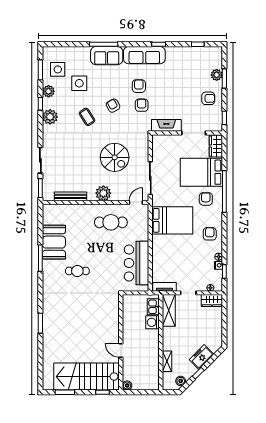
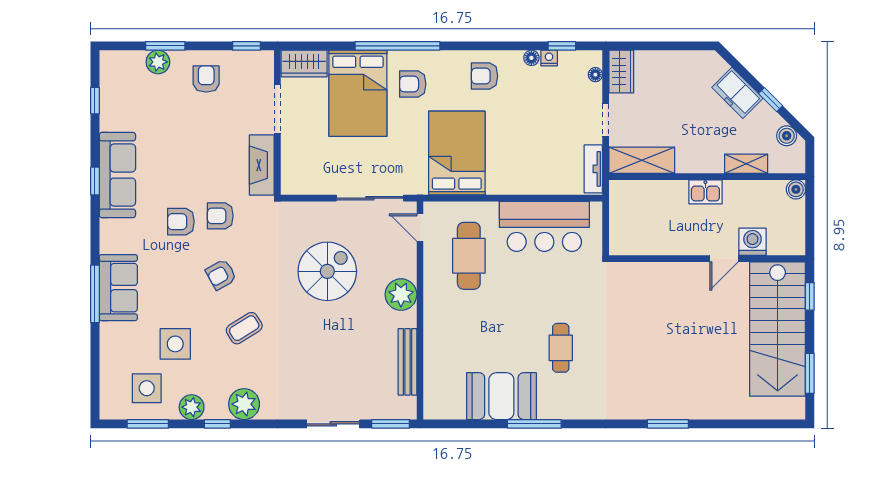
sofa: (144, 55) -> (117, 175), moved
cafe table: (111, 222) -> (469, 256), moved
kitchen sink: (153, 307) -> (705, 192), moved
washing machine: (153, 322) -> (753, 242), moved, turned 180
boiler: (127, 385) -> (796, 189), moved

